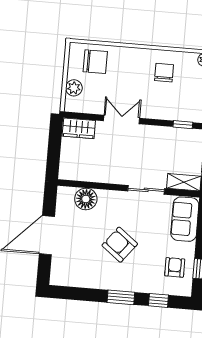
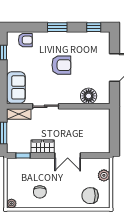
wardrobe: (79, 128) -> (43, 147), moved
armchair: (120, 245) -> (61, 65), turned -38
armchair: (175, 267) -> (25, 40), moved, turned -90
window: (158, 300) -> (94, 27), moved

